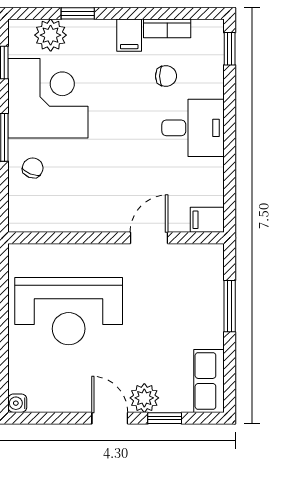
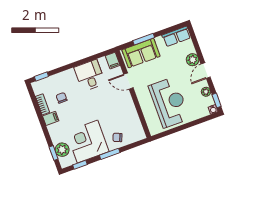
window: (78, 13) -> (54, 153), moved
desk: (193, 128) -> (90, 75), moved
sofa: (201, 289) -> (141, 53), added
plant: (62, 402) -> (206, 92), added
window: (165, 418) -> (217, 100), moved

